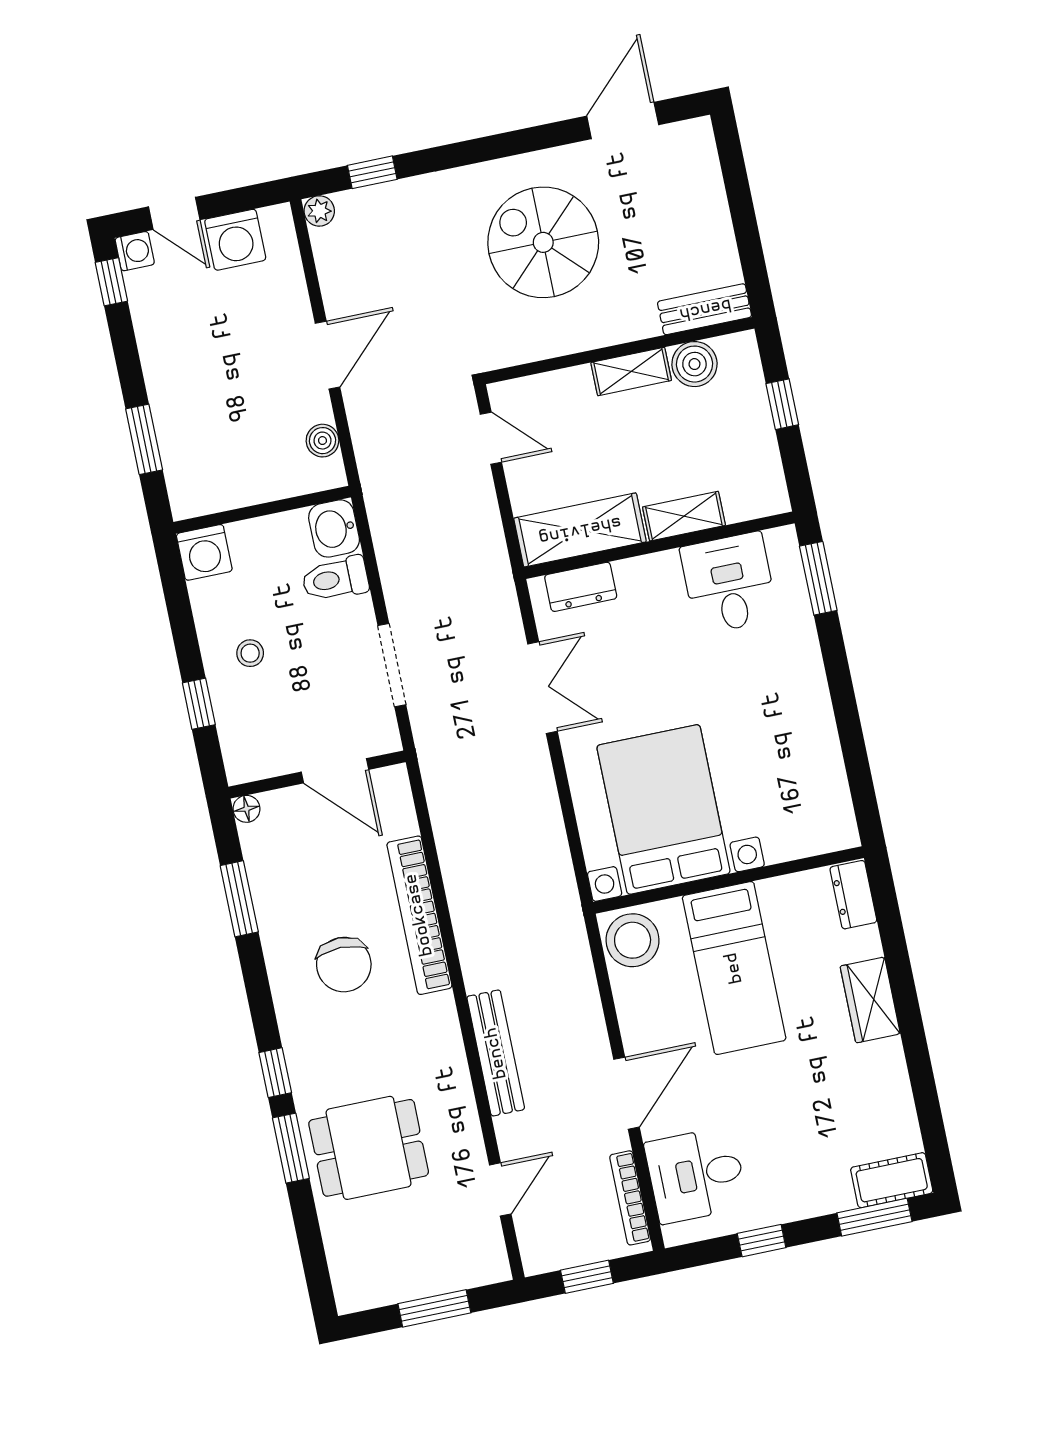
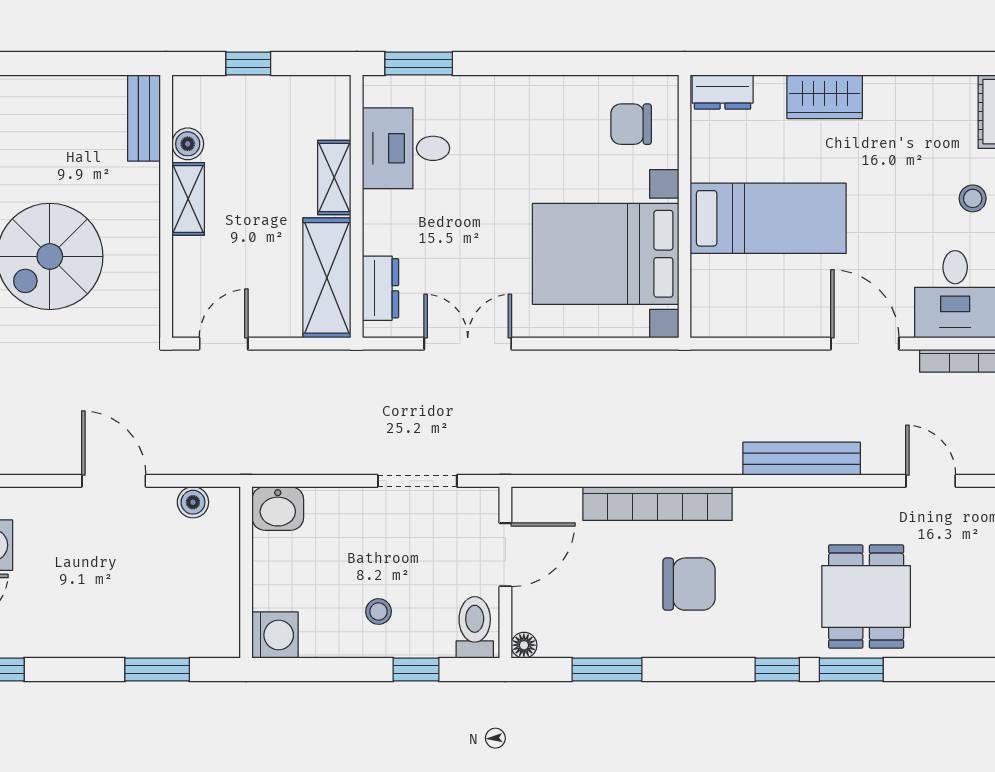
boiler: (694, 364) -> (188, 144), width x0.73, depth x0.73
toilet: (335, 579) -> (475, 627), moved, turned 180
chair: (801, 808) -> (631, 124), added
stool: (633, 940) -> (973, 198), moved, width x0.53, depth x0.53

